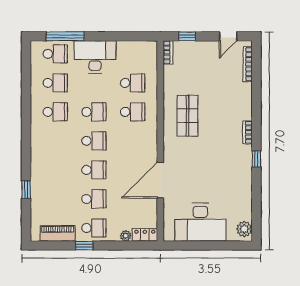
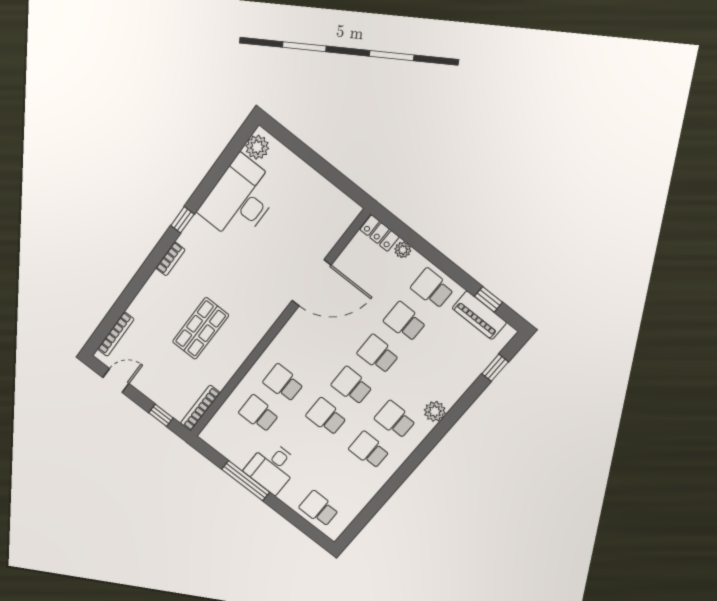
window: (65, 36) -> (246, 481), moved
bookcase: (168, 52) -> (200, 408), width x1.56
desk: (95, 57) -> (272, 467), width x0.73
school desk: (55, 83) -> (395, 420), moved
shop shelf: (187, 116) -> (201, 328), moved
plant: (38, 163) -> (435, 411), added
window: (26, 190) -> (495, 368), moved
desk: (200, 222) -> (240, 199), moved, turned -90
window: (84, 246) -> (488, 299), moved

